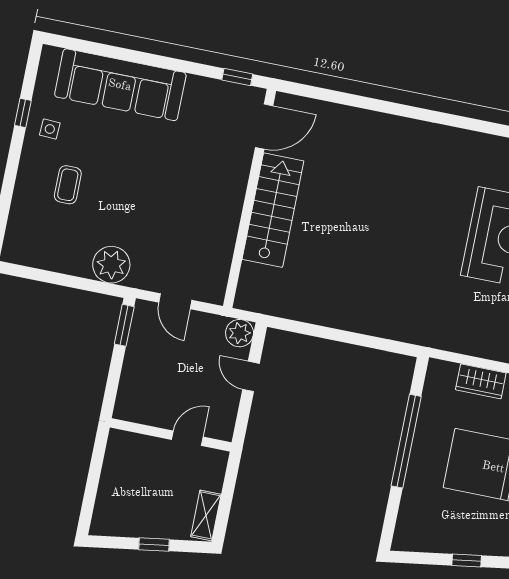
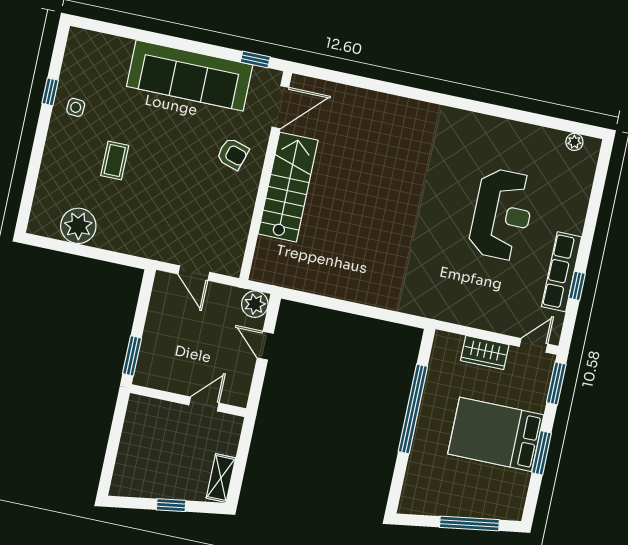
sofa: (120, 85) -> (190, 76), moved
armchair: (215, 176) -> (233, 154), added
coffee table: (68, 185) -> (115, 161), moved
plant: (111, 265) -> (78, 226), moved
window: (124, 325) -> (132, 356), moved
window: (467, 560) -> (469, 523), width x2.17

